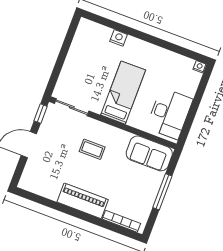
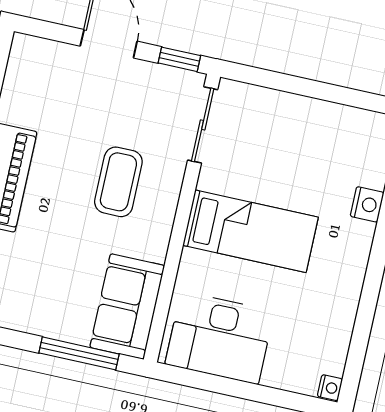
coffee table: (92, 149) -> (118, 182), width x1.36, depth x1.30
window: (162, 192) -> (79, 353), moved

